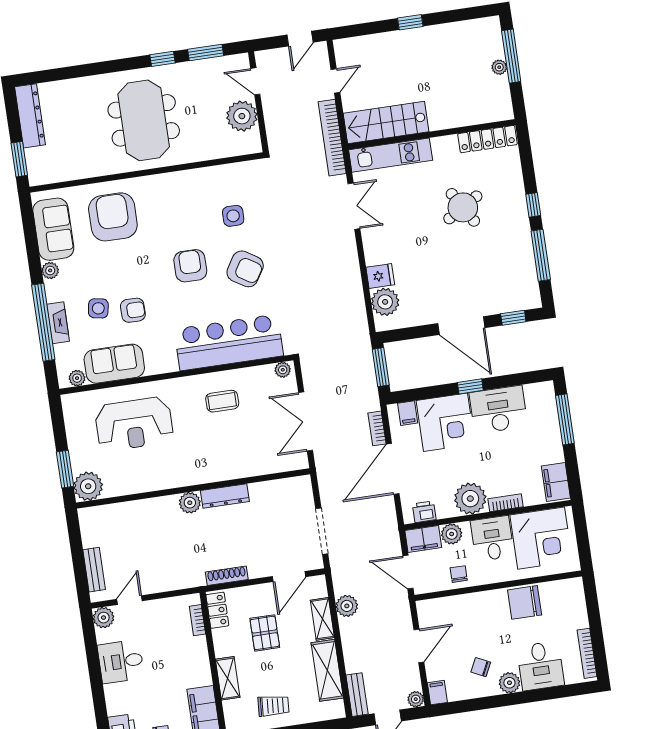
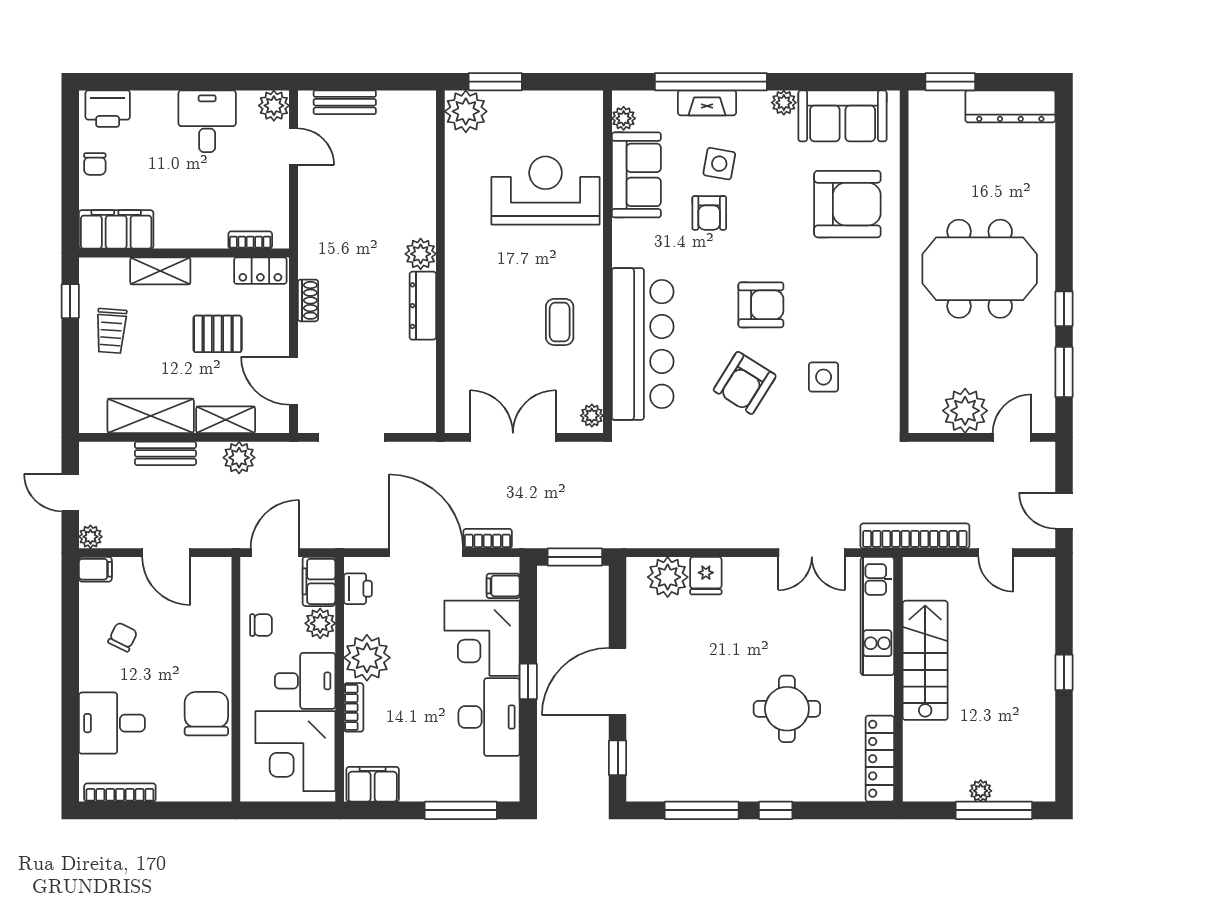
stairs: (386, 122) -> (925, 660), moved
round table: (463, 207) -> (787, 709), turned 31
reception desk: (134, 424) -> (546, 190), turned 90
shoe rack: (227, 576) -> (308, 300), width x0.70
plant: (509, 683) -> (94, 675), removed
bench: (357, 695) -> (165, 453), moved

